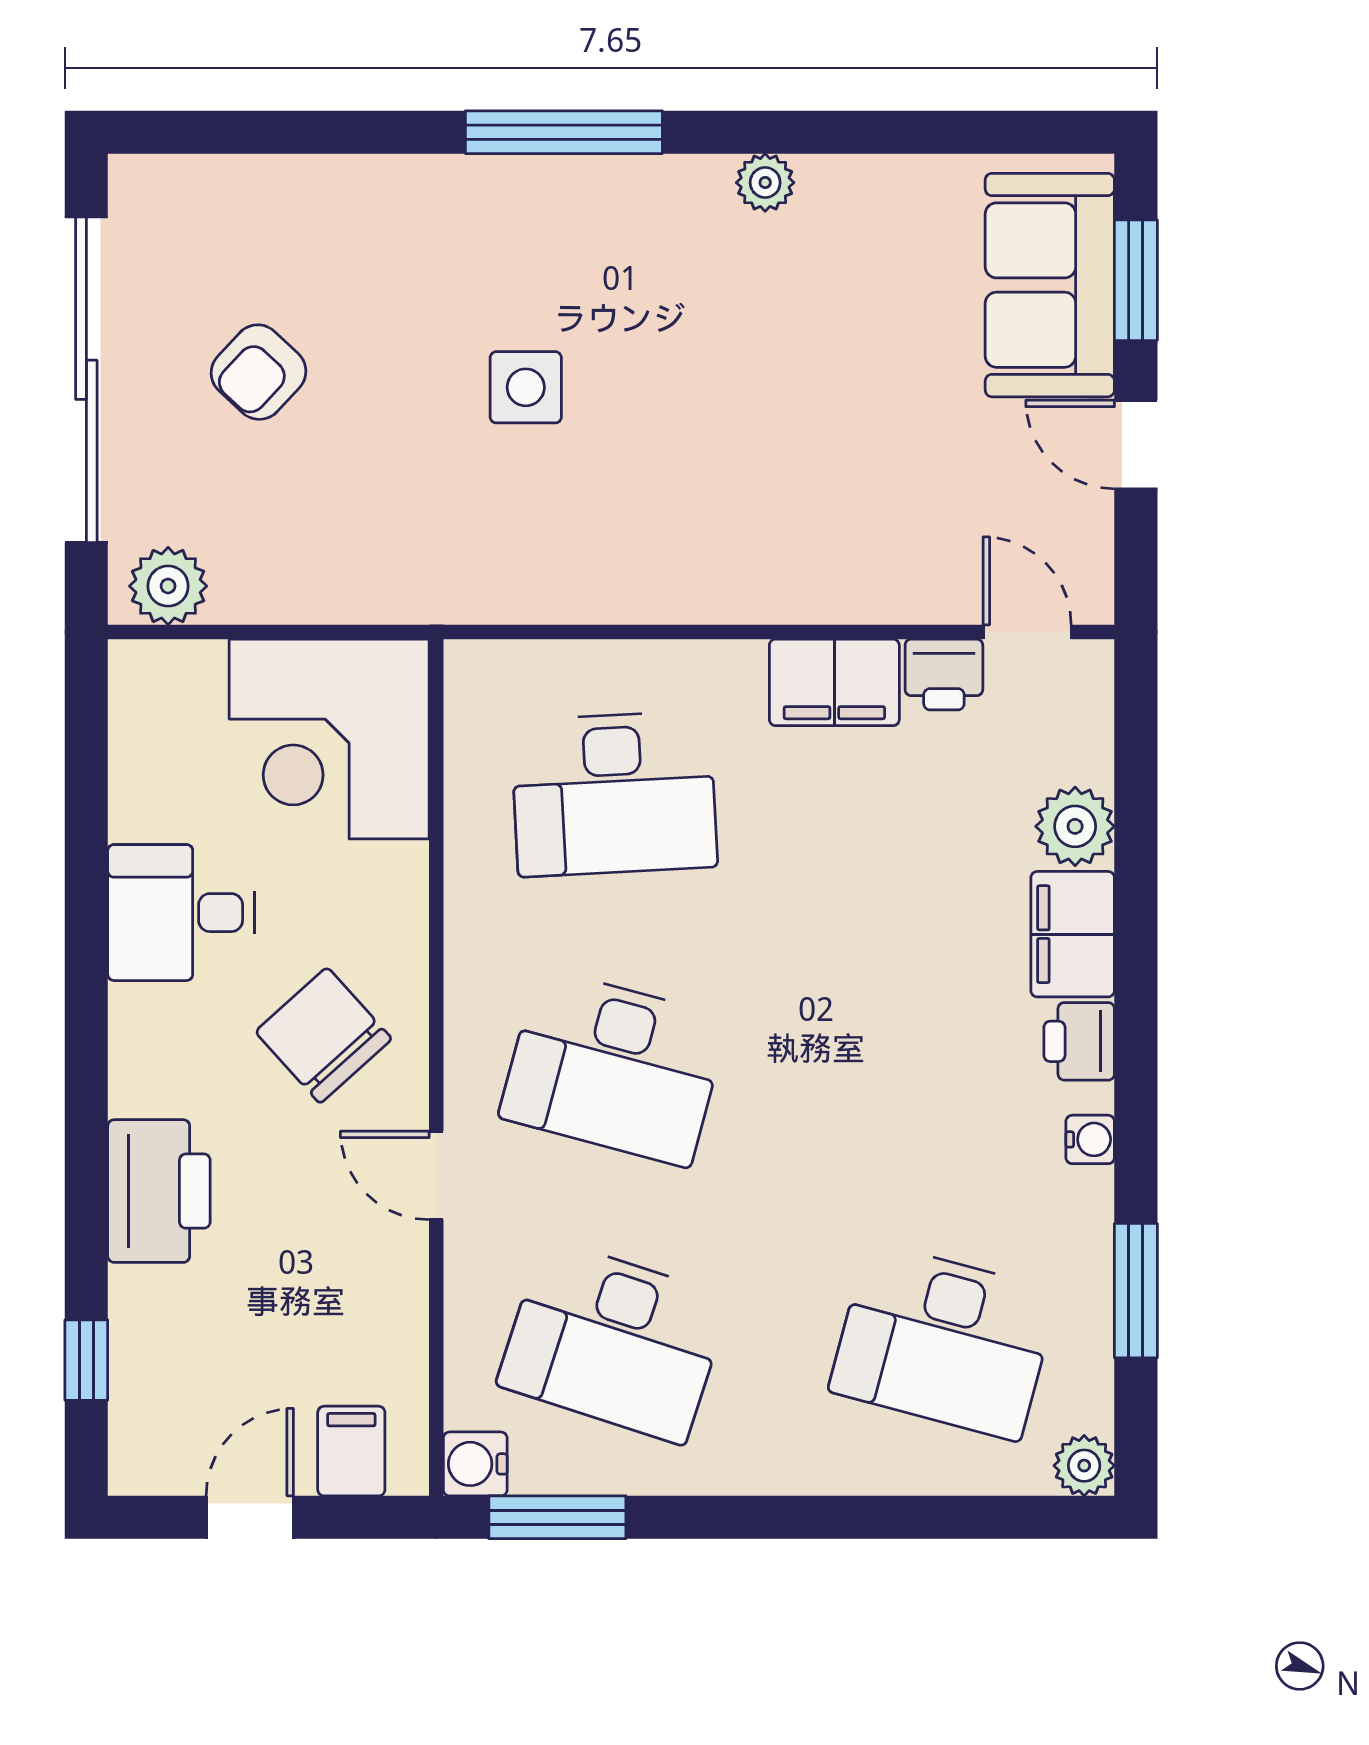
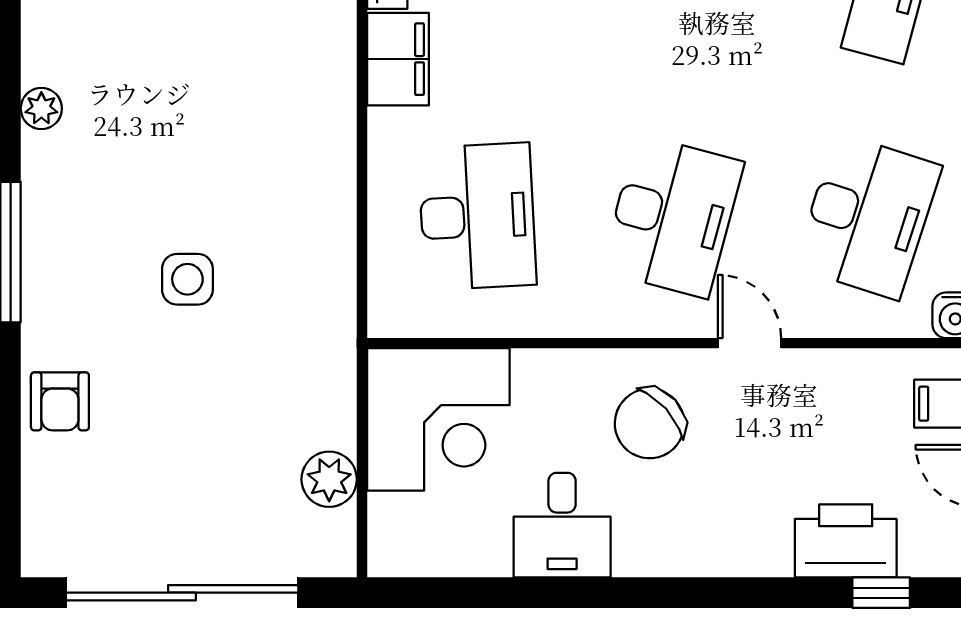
armchair: (258, 372) -> (60, 401), moved, turned 47
plant: (168, 586) -> (329, 479), moved
door: (436, 1175) -> (750, 343), swing flipped
printer: (159, 1191) -> (846, 541), moved

